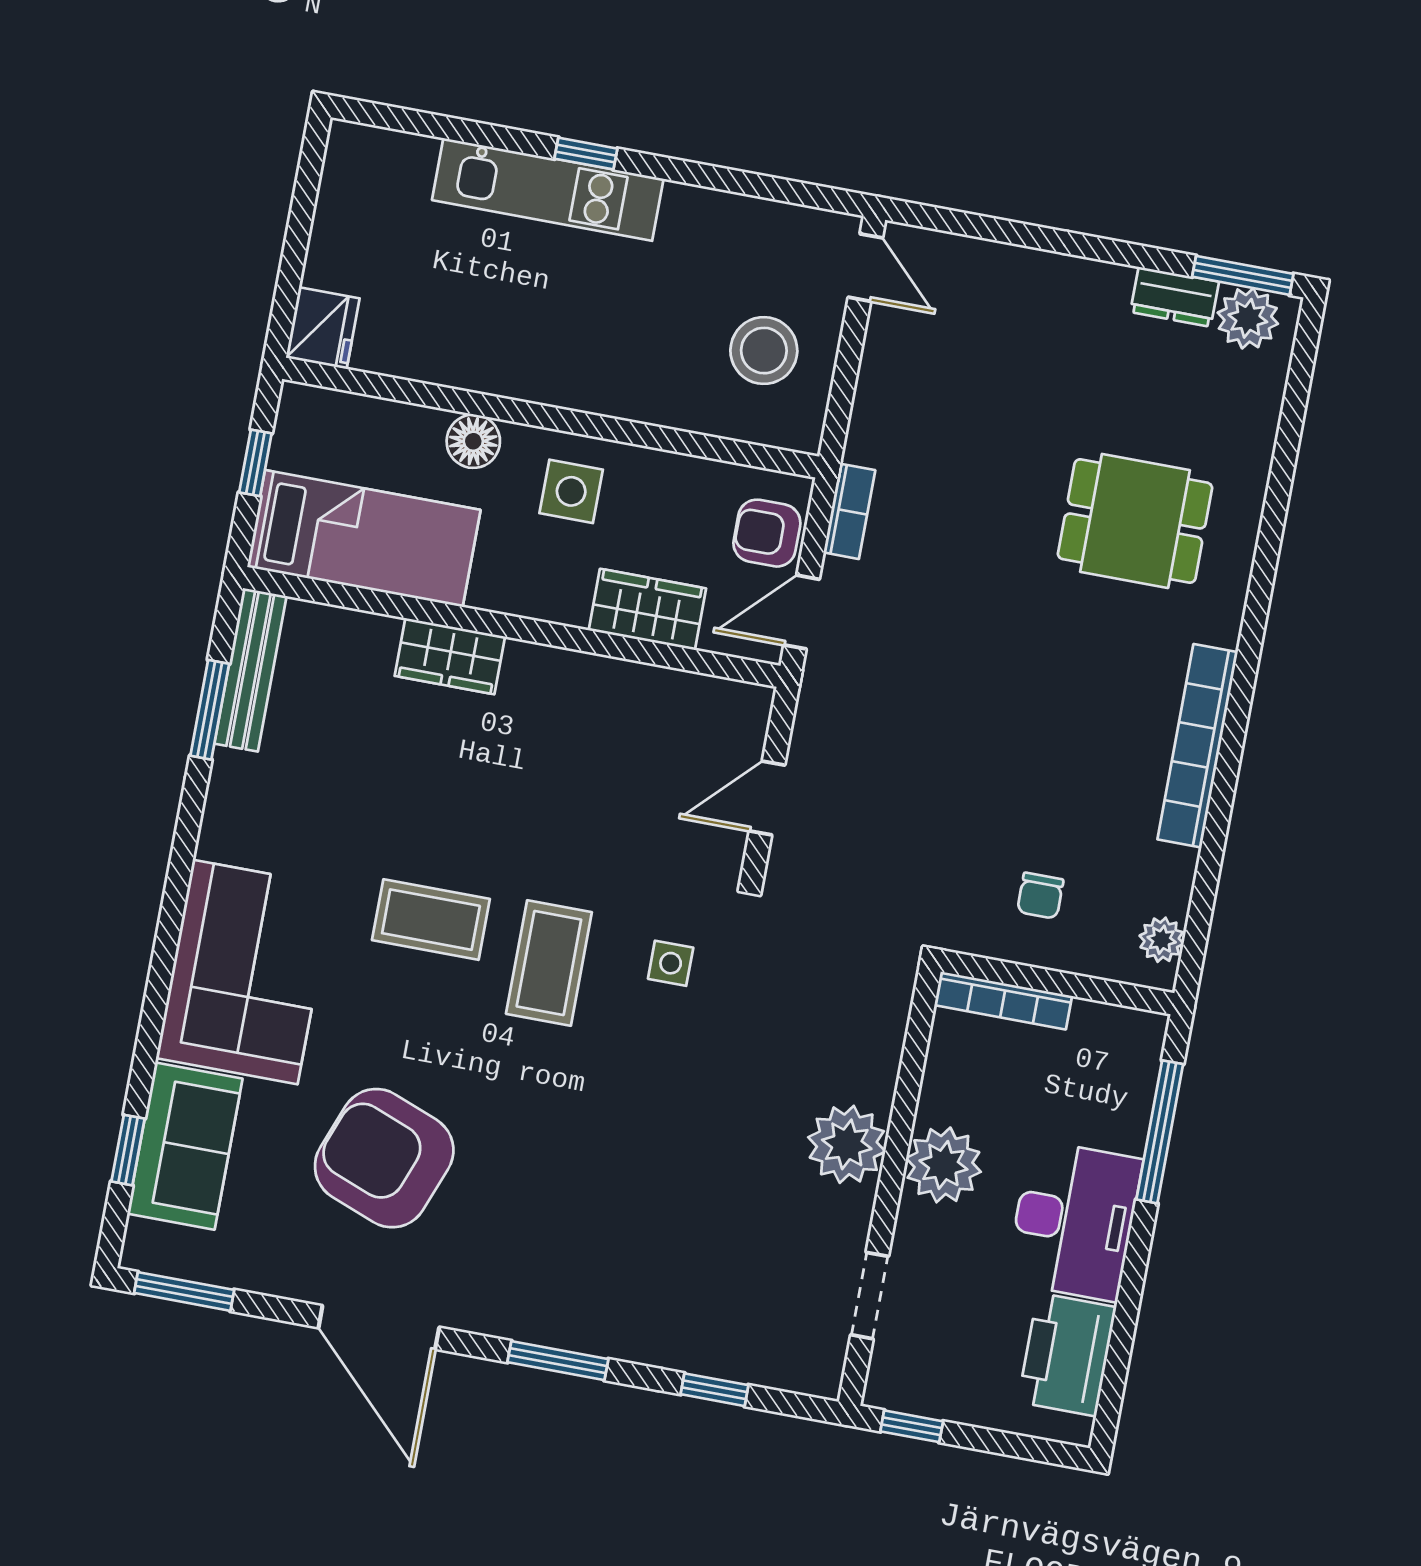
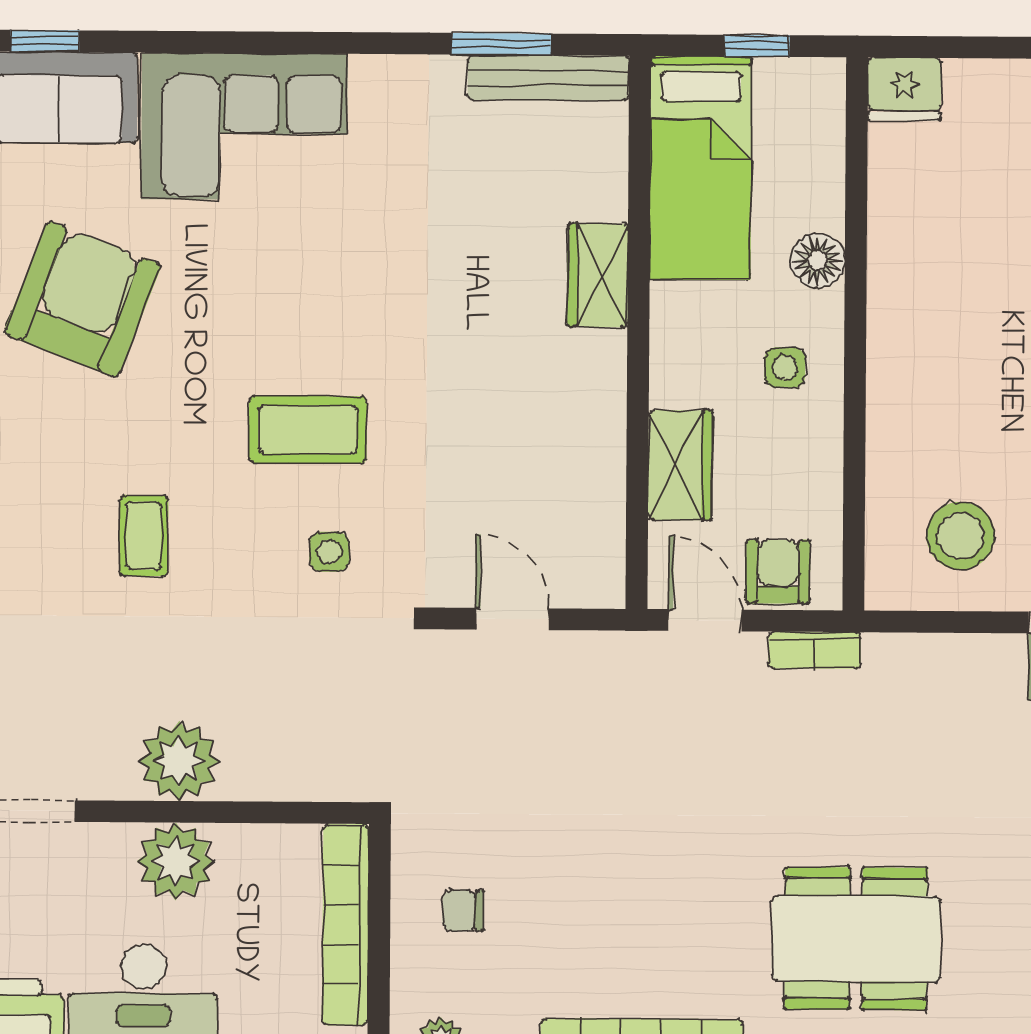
side table: (571, 491) -> (785, 368), width x0.73, depth x0.73
dining table: (1135, 521) -> (856, 939), width x1.38
coffee table: (431, 920) -> (144, 536), moved, width x0.73, depth x0.77
bookcase: (1003, 1001) -> (346, 925), width x1.48, depth x1.31

